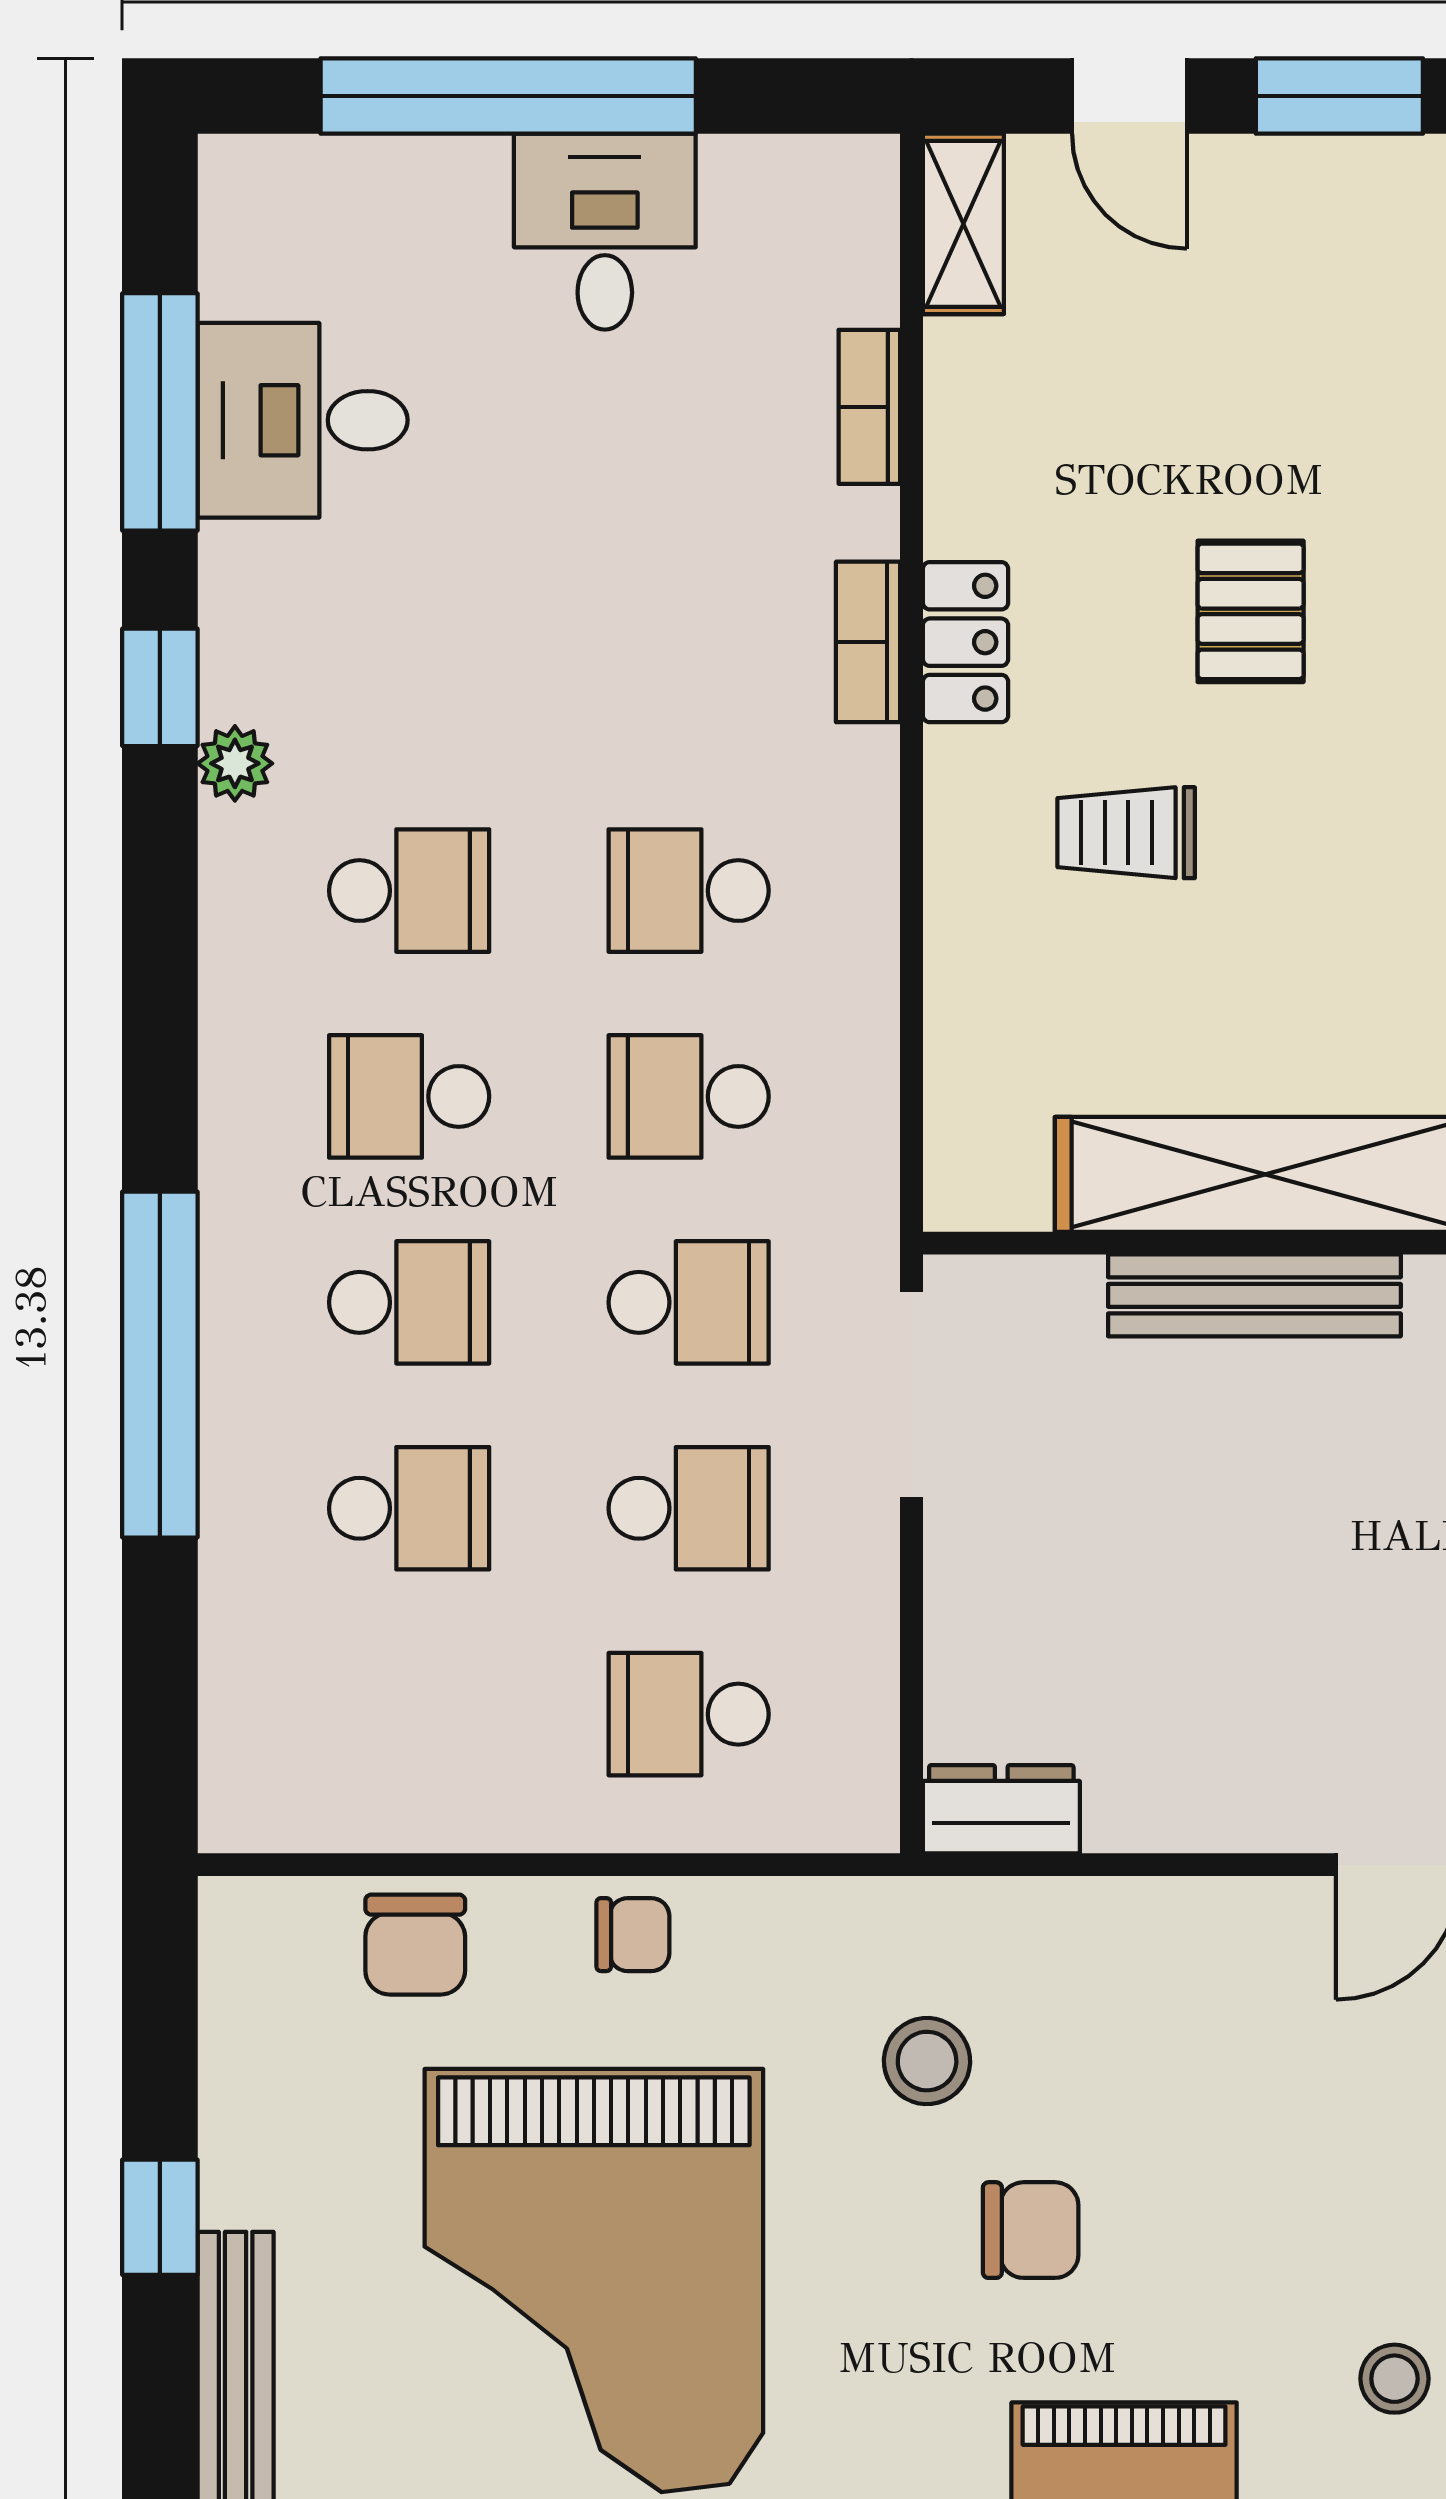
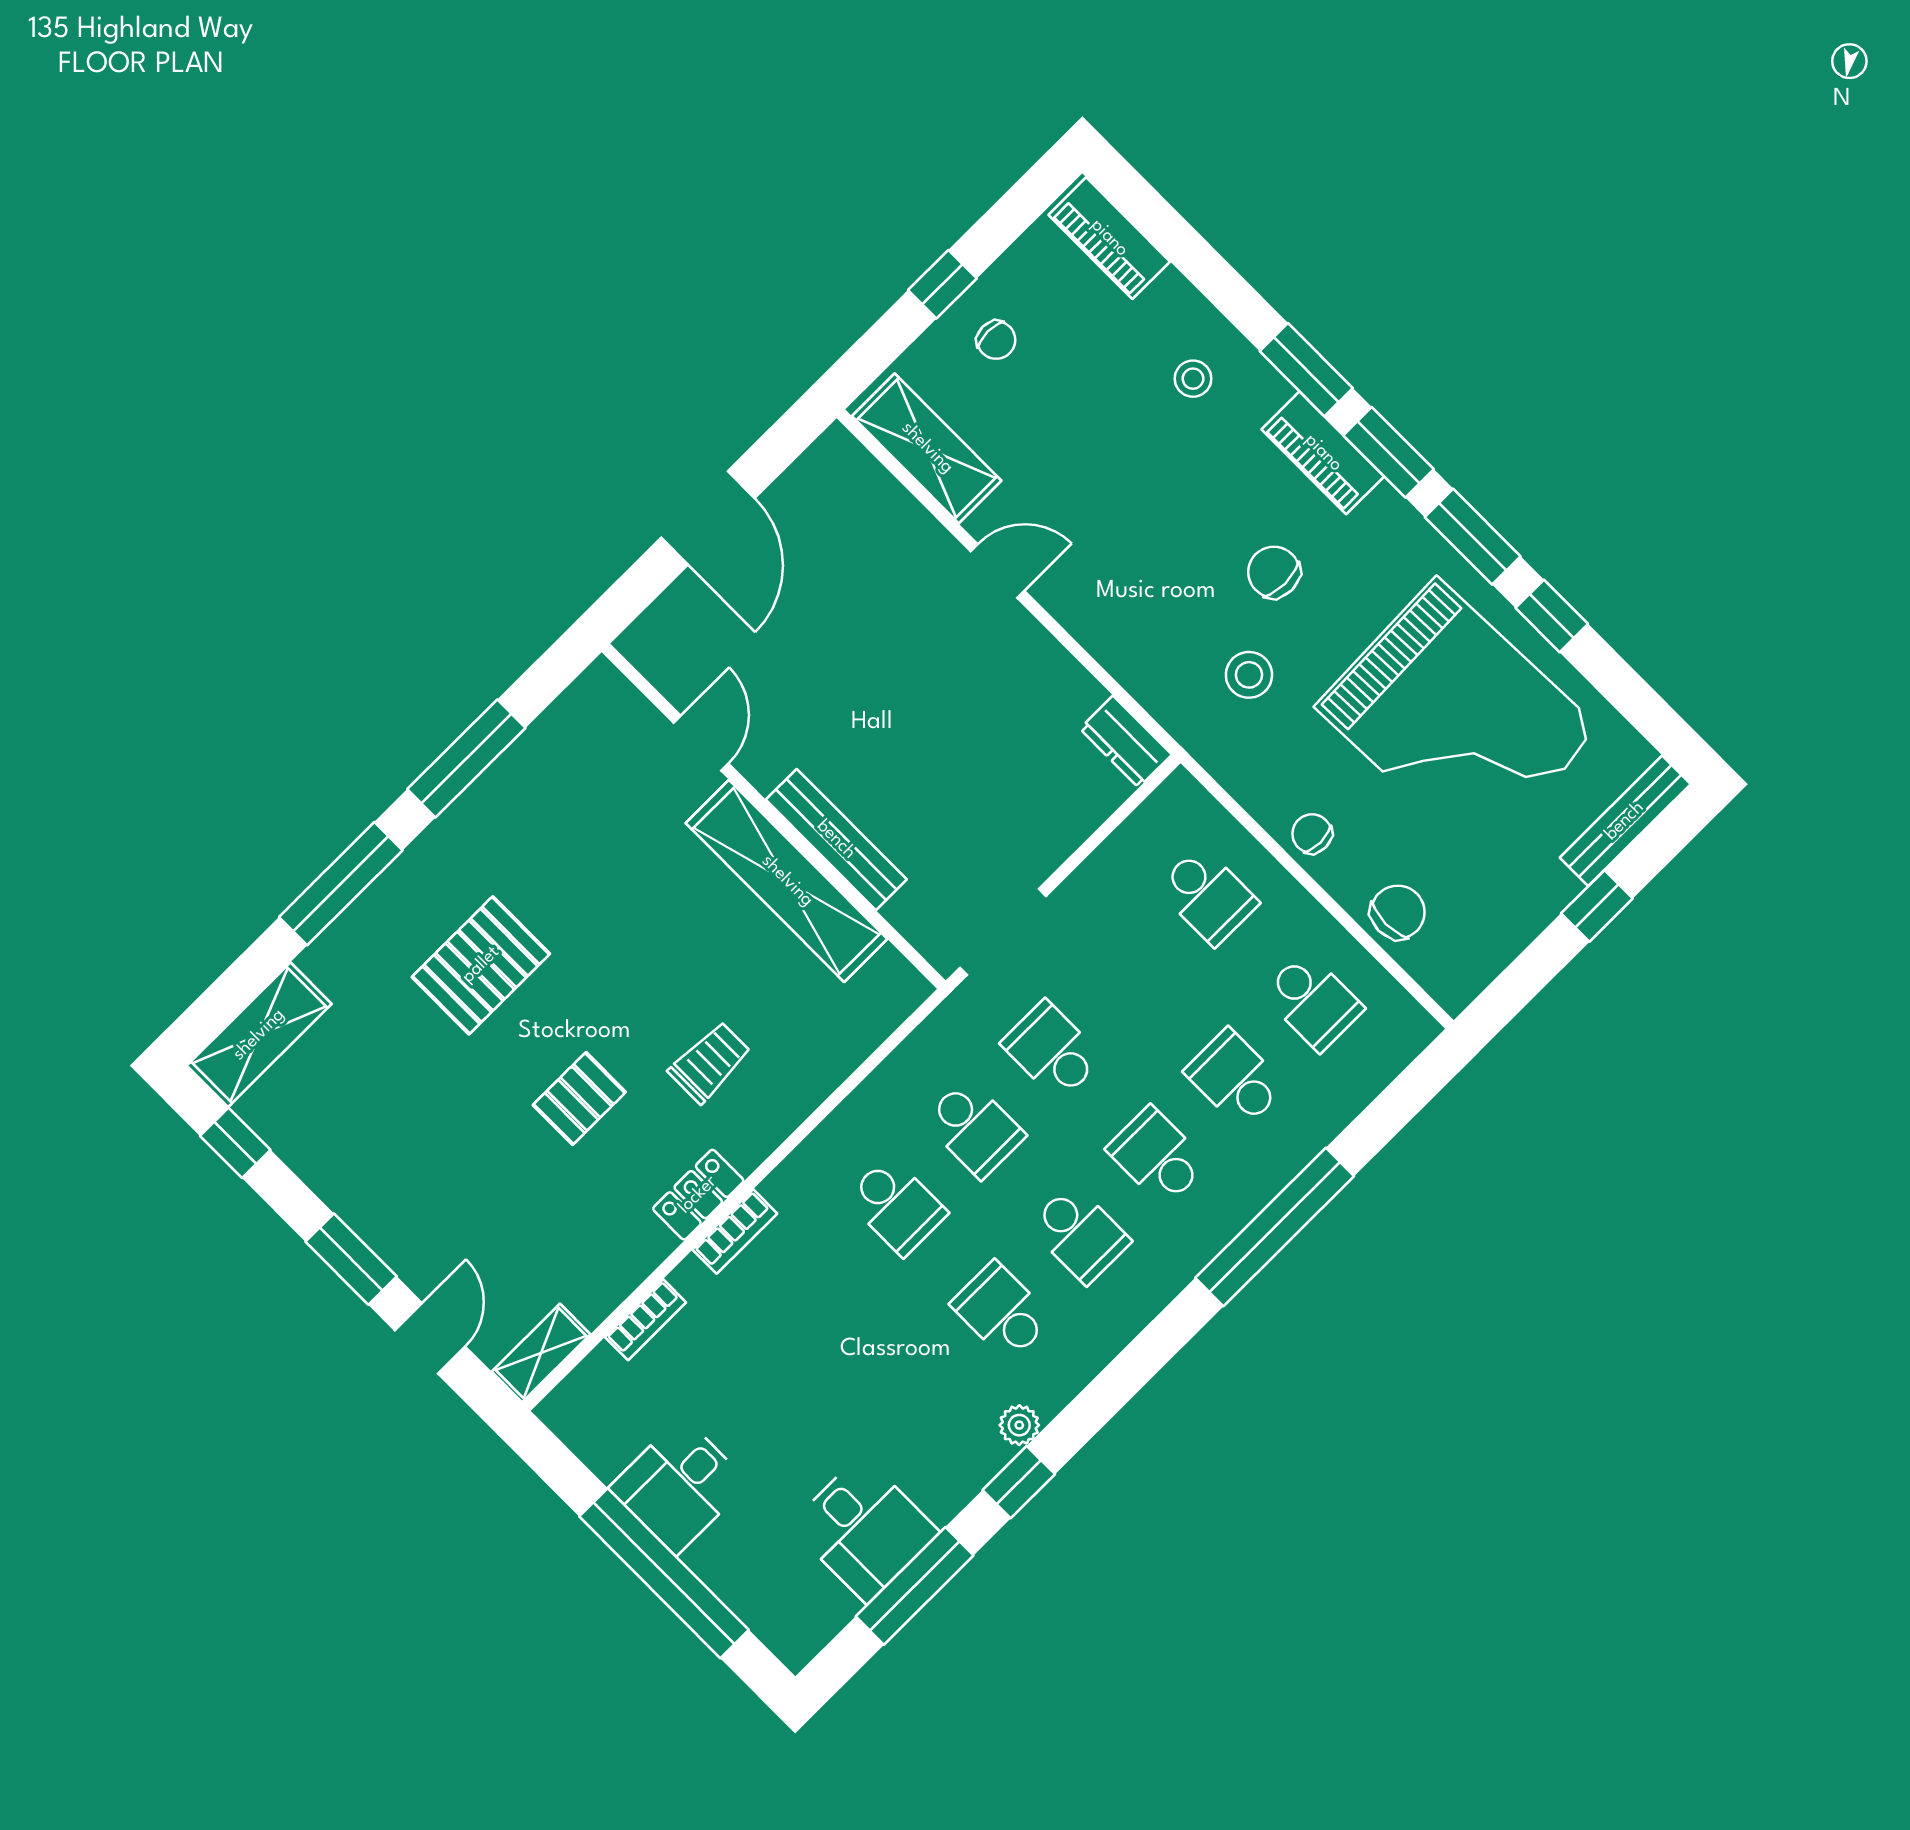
trolley: (1126, 833) -> (710, 1062), turned -90
school desk: (689, 1508) -> (1313, 1001), moved, turned 180
grand piano: (594, 2281) -> (1457, 718), turned 88

